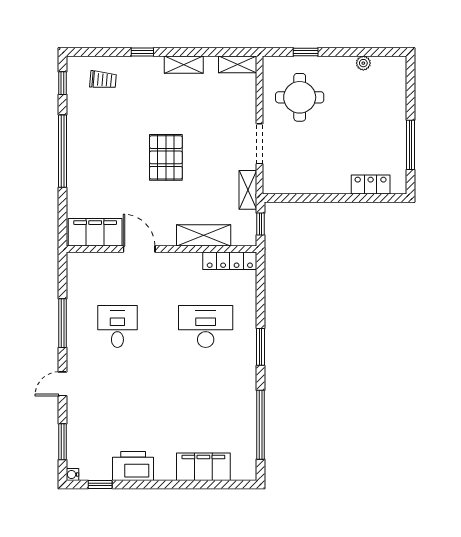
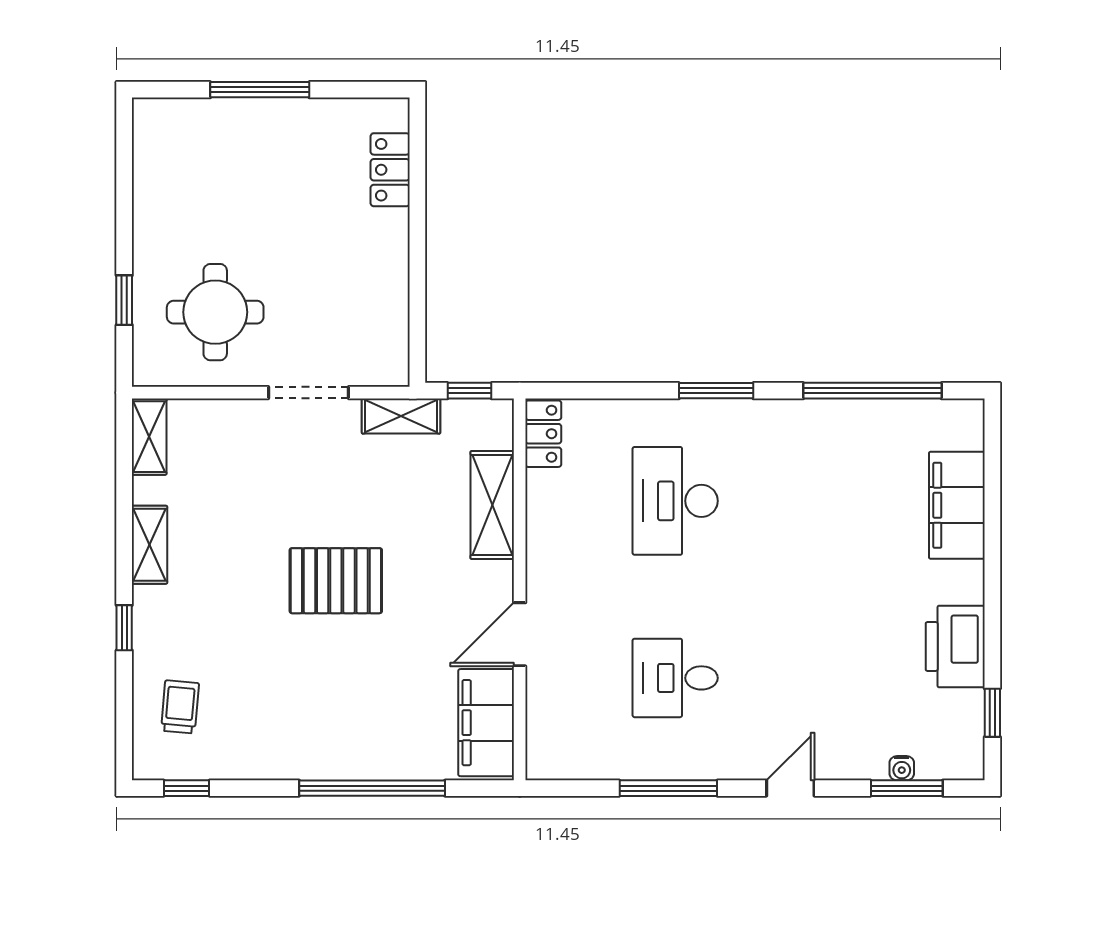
plant: (363, 63) -> (146, 184), removed
window: (410, 145) -> (260, 90), moved
window: (63, 151) -> (372, 788), moved
locker: (230, 261) -> (543, 434), width x0.66
door: (63, 384) -> (790, 788), swing flipped
water cooler: (72, 475) -> (902, 768), moved

